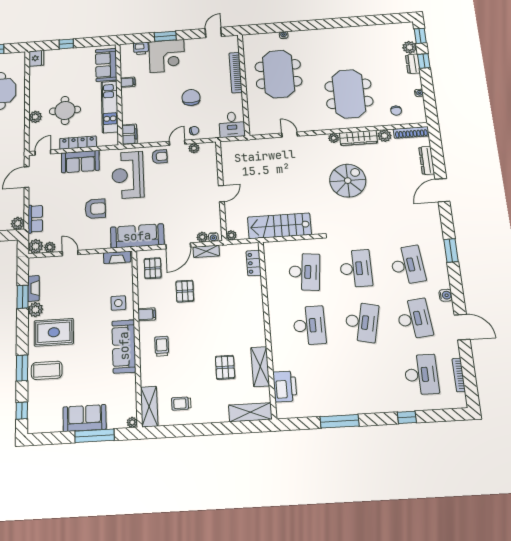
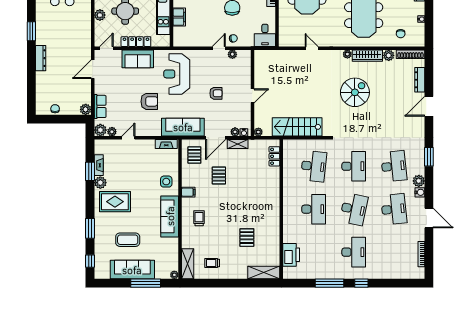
filing cabinet: (129, 134) -> (179, 17), moved
armchair: (160, 157) -> (216, 93), moved
door: (70, 253) -> (128, 138), hinge flipped
plant: (442, 281) -> (419, 181), added
shelving: (260, 367) -> (274, 239), removed
coffee table: (47, 370) -> (128, 240), moved
desk: (421, 375) -> (354, 252), moved
window: (407, 417) -> (361, 283), moved
sofa: (85, 418) -> (132, 270), width x1.36

